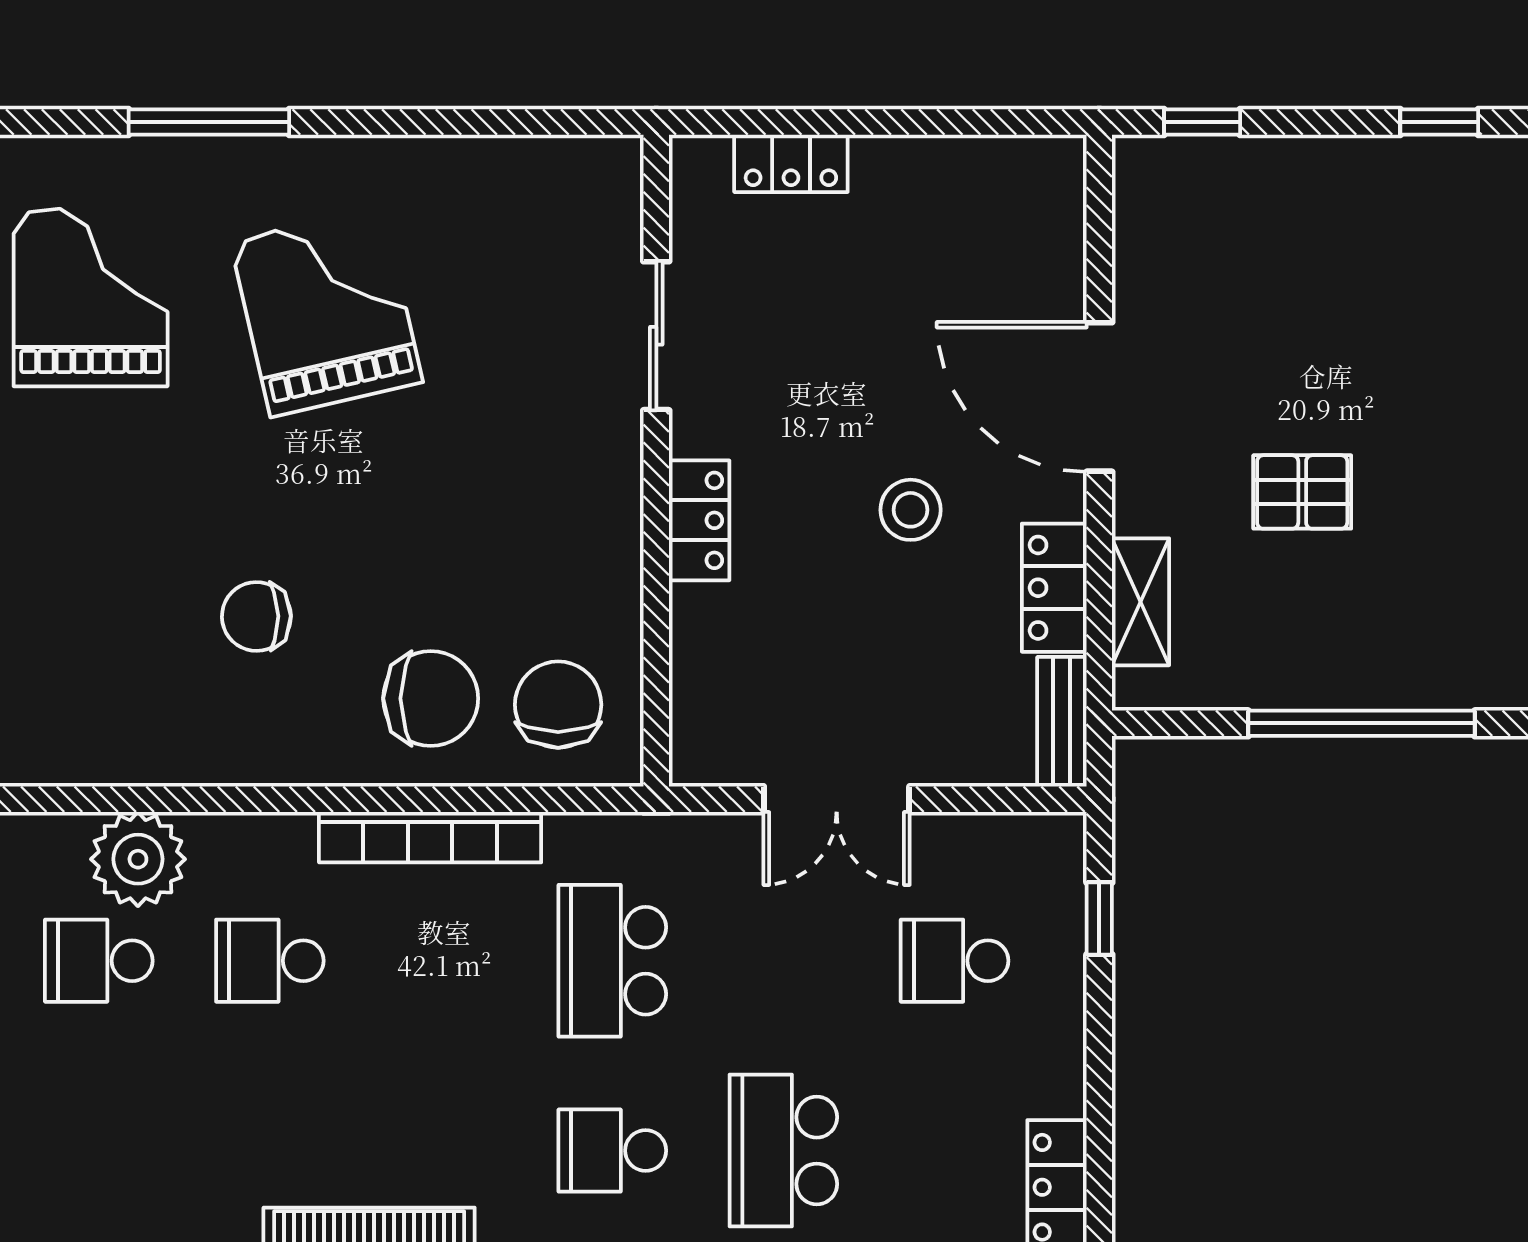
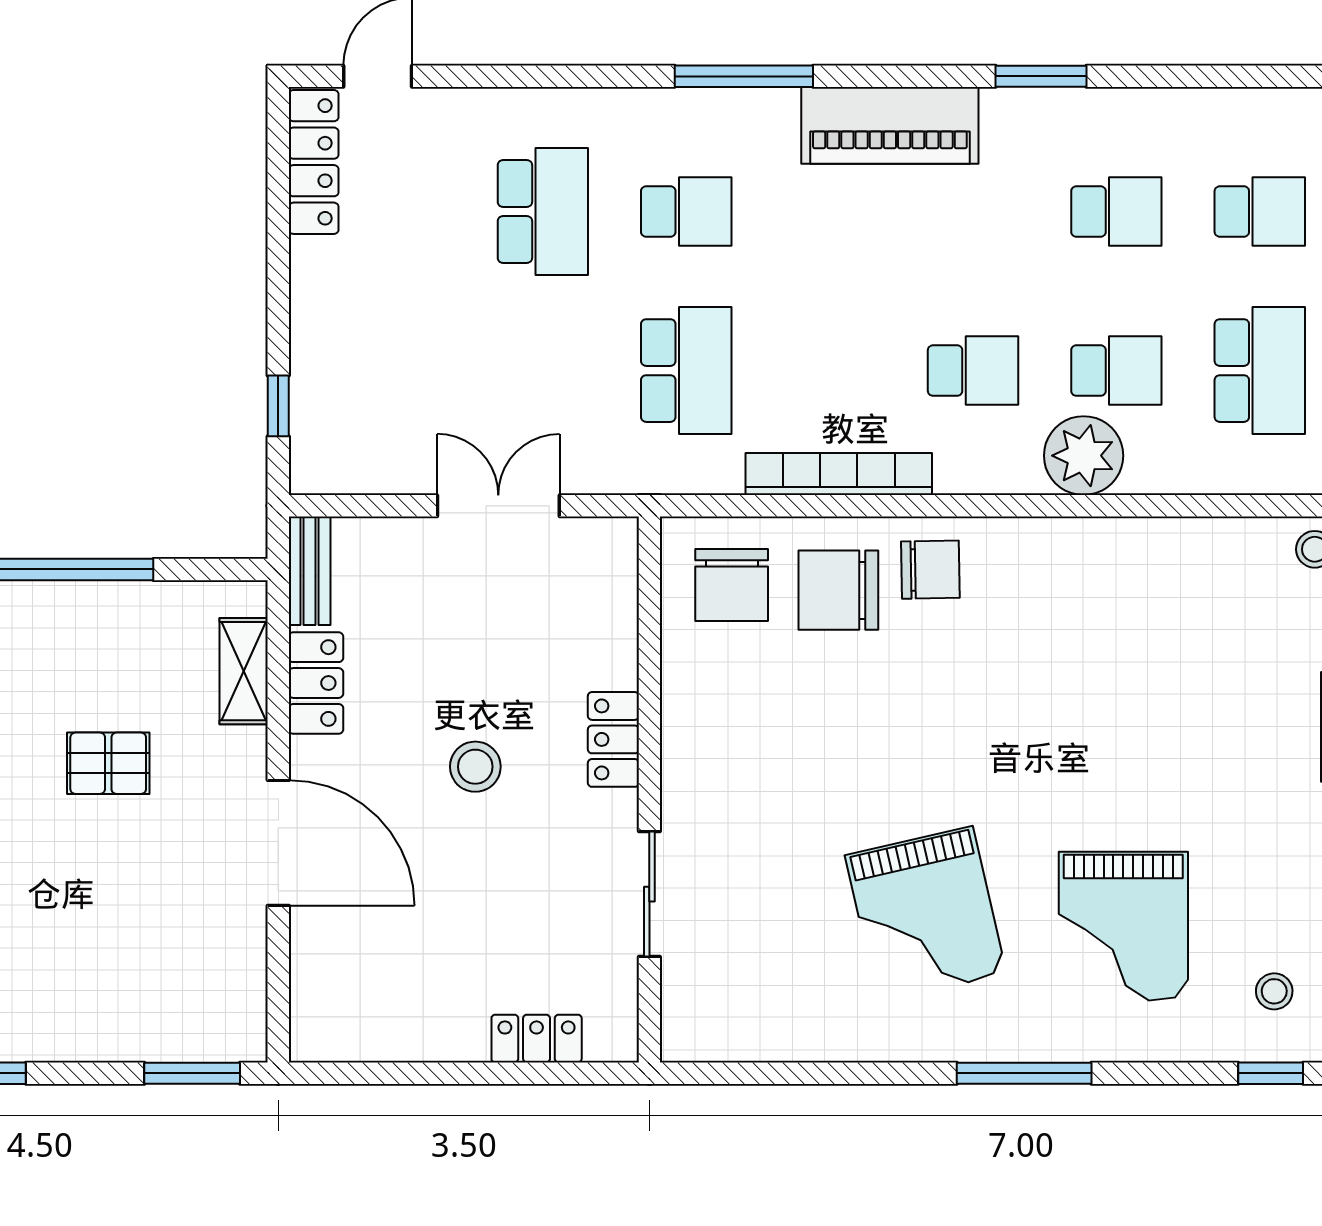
window: (1202, 122) -> (192, 1073), width x1.50
stool: (911, 510) -> (475, 767), moved
chair: (256, 616) -> (930, 570), moved
school desk: (955, 961) -> (1116, 211), moved

